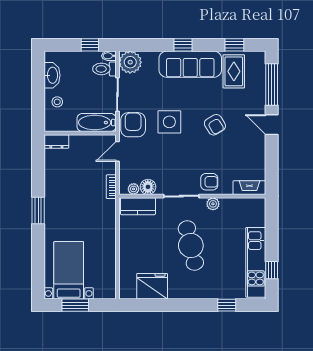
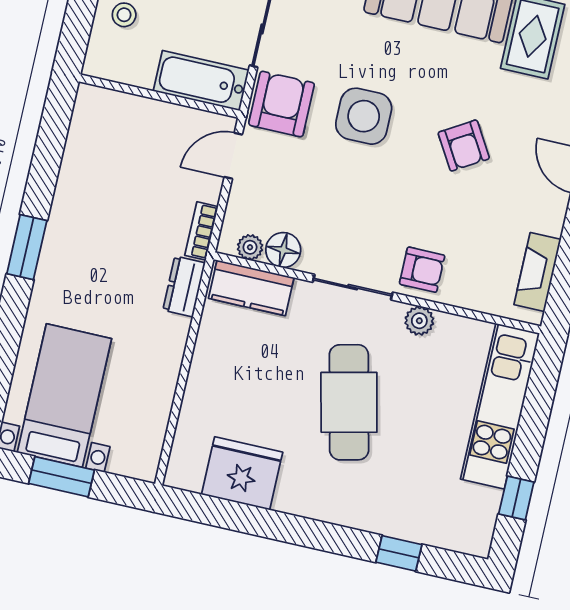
dresser: (56, 142) -> (184, 286), moved, turned 90
fireplace: (249, 188) -> (537, 272), moved, turned -90
kitchen unit: (256, 262) -> (500, 406), moved

